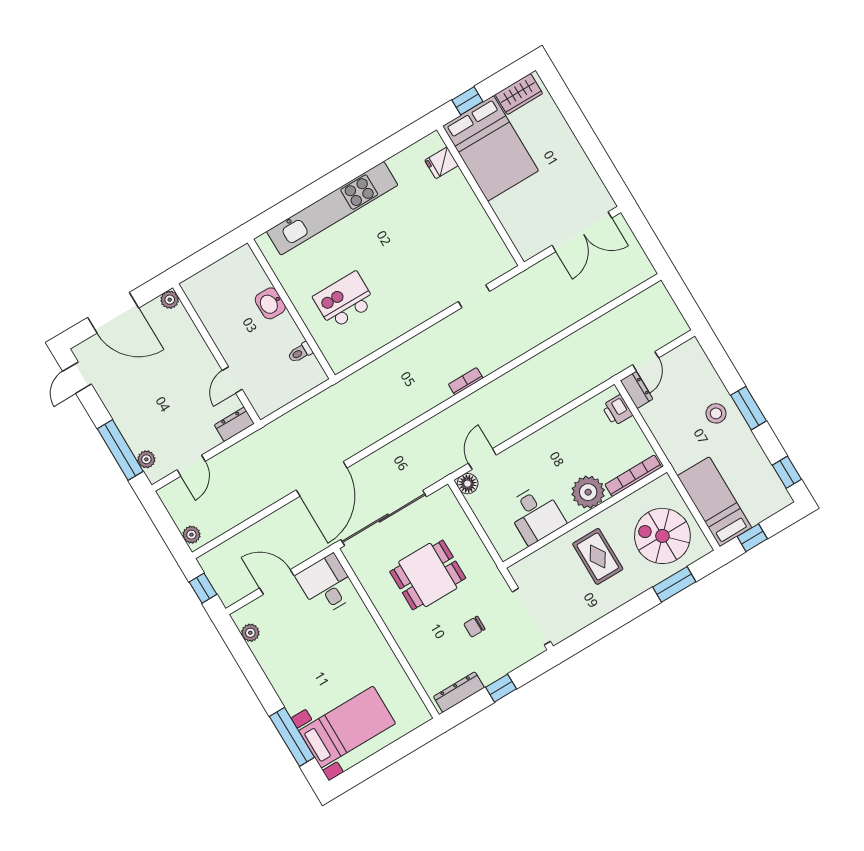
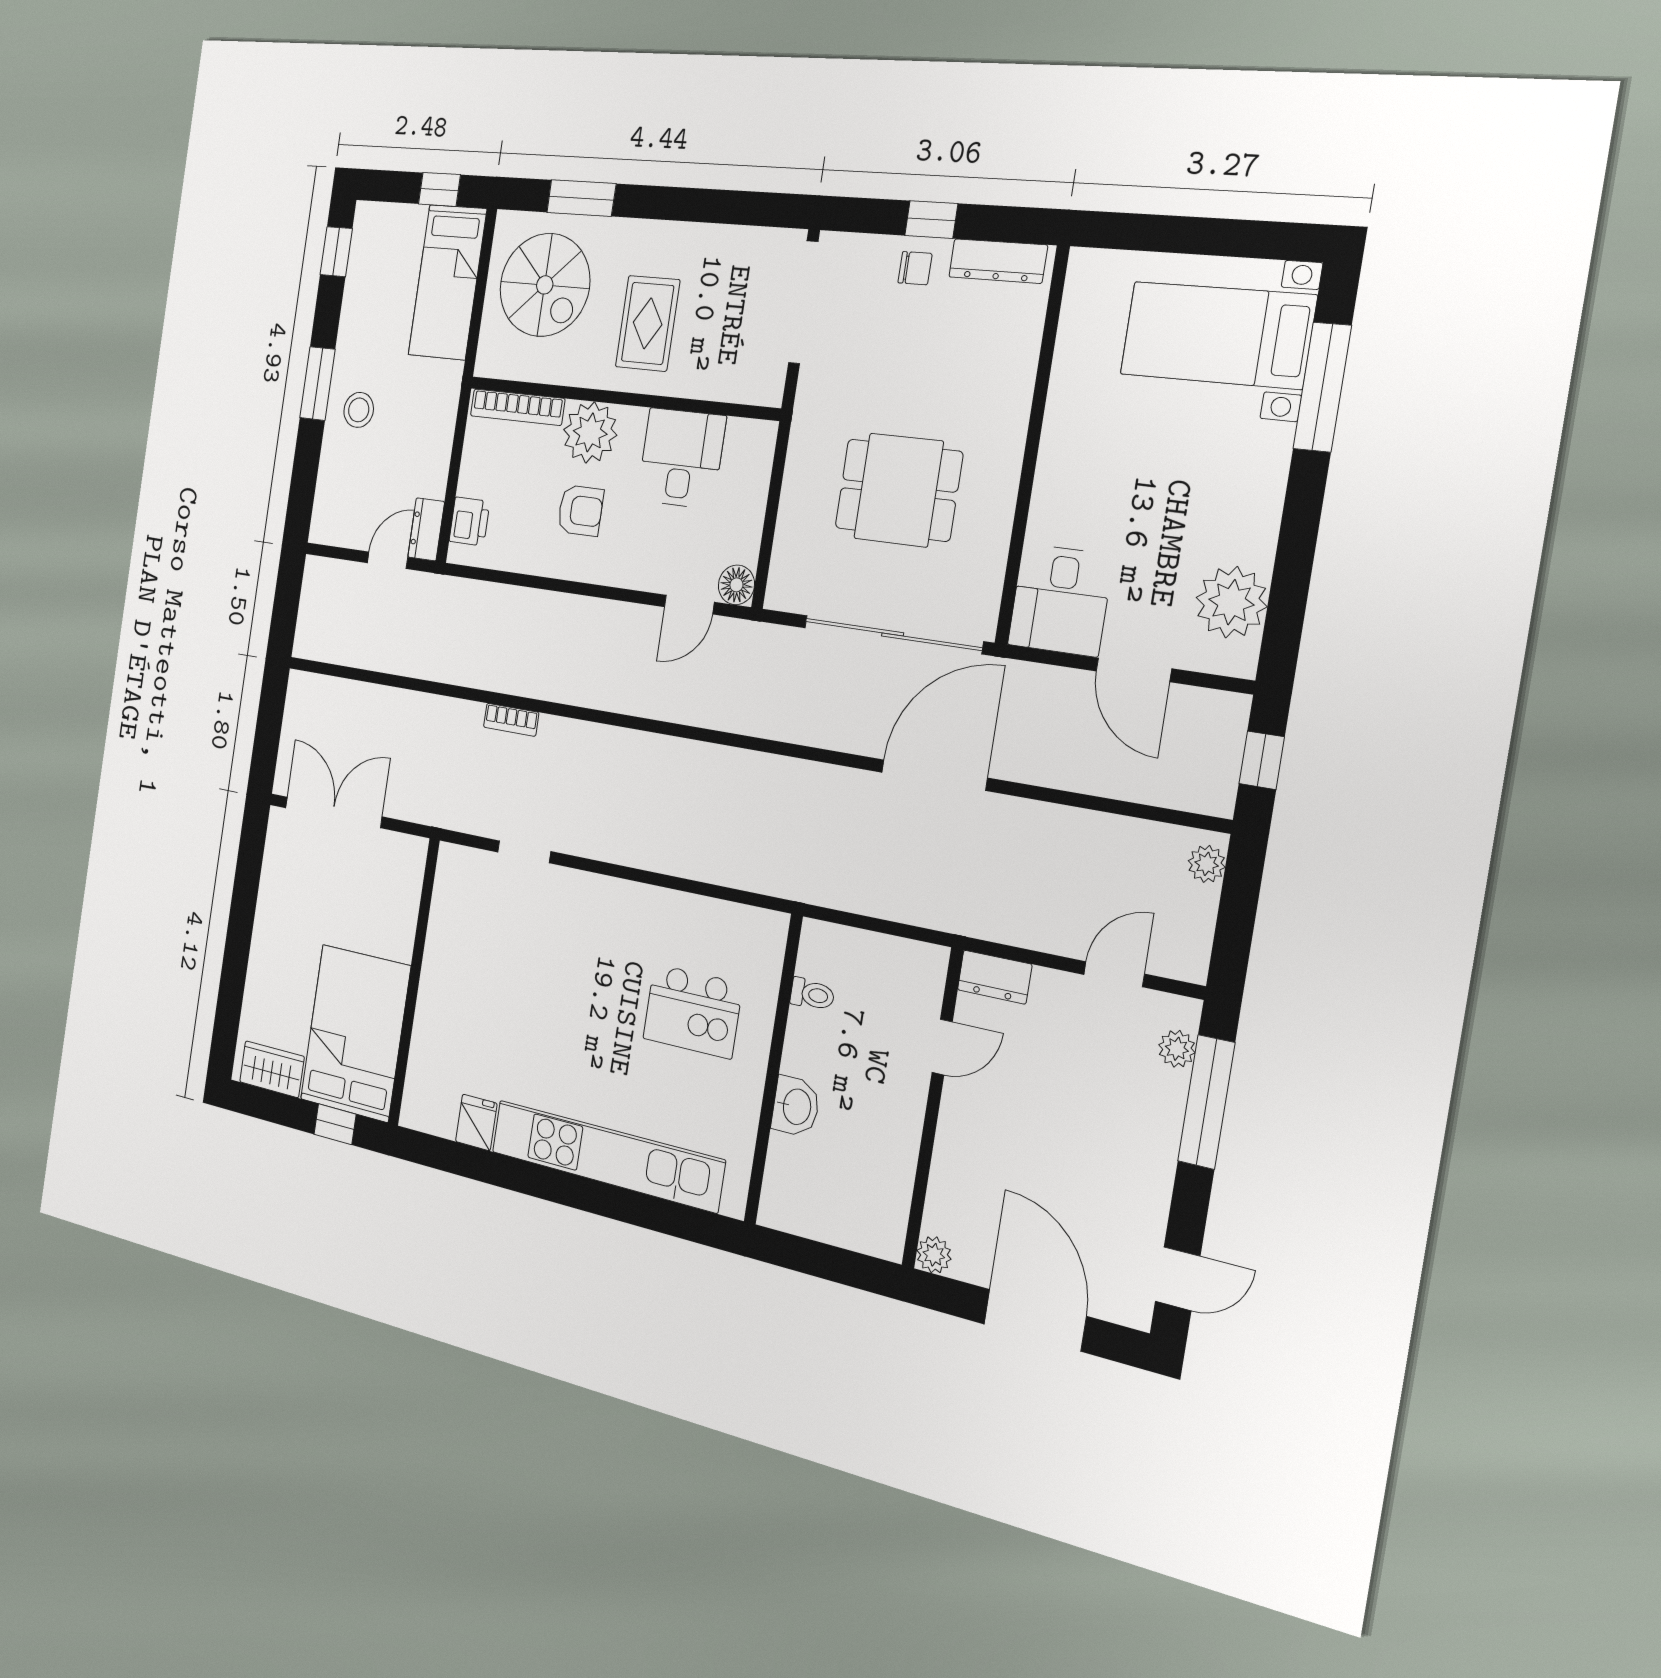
fridge: (441, 163) -> (476, 1122), moved, turned -90
bookcase: (466, 381) -> (511, 720), moved
armchair: (566, 457) -> (580, 511), added
chair: (474, 627) -> (915, 268), moved
plant: (250, 633) -> (1231, 602), width x1.88, depth x1.88

